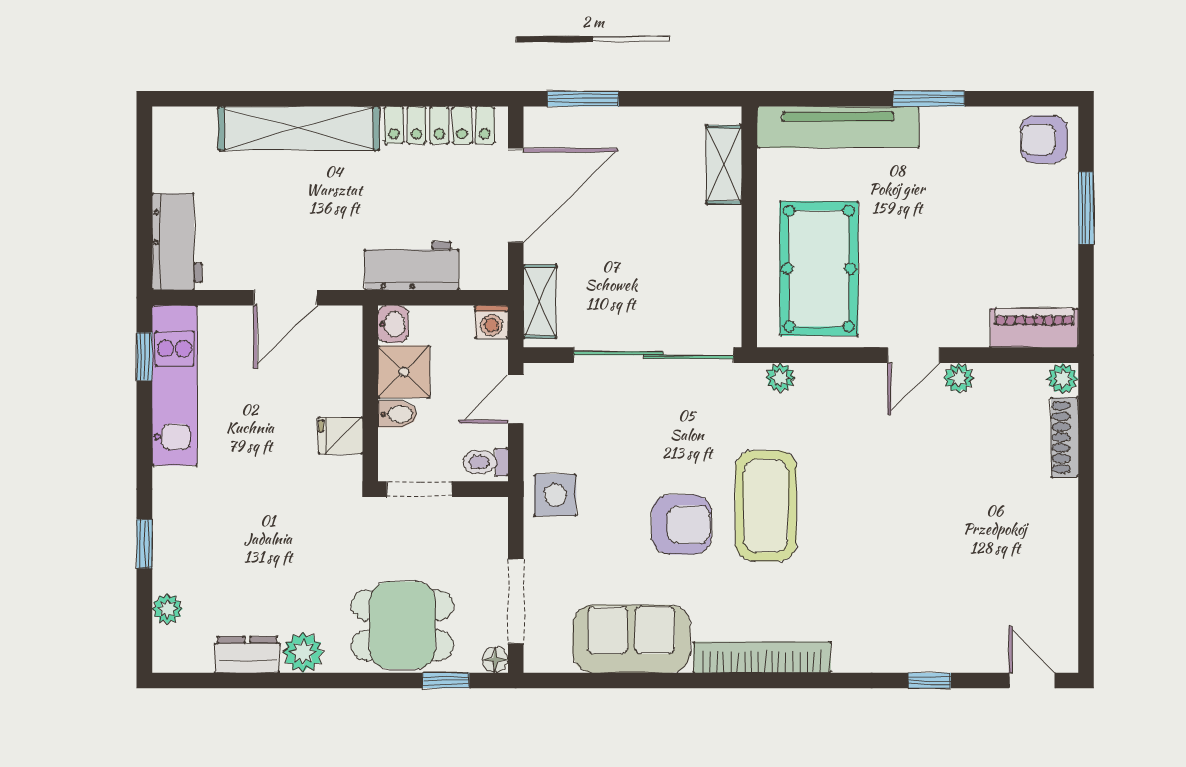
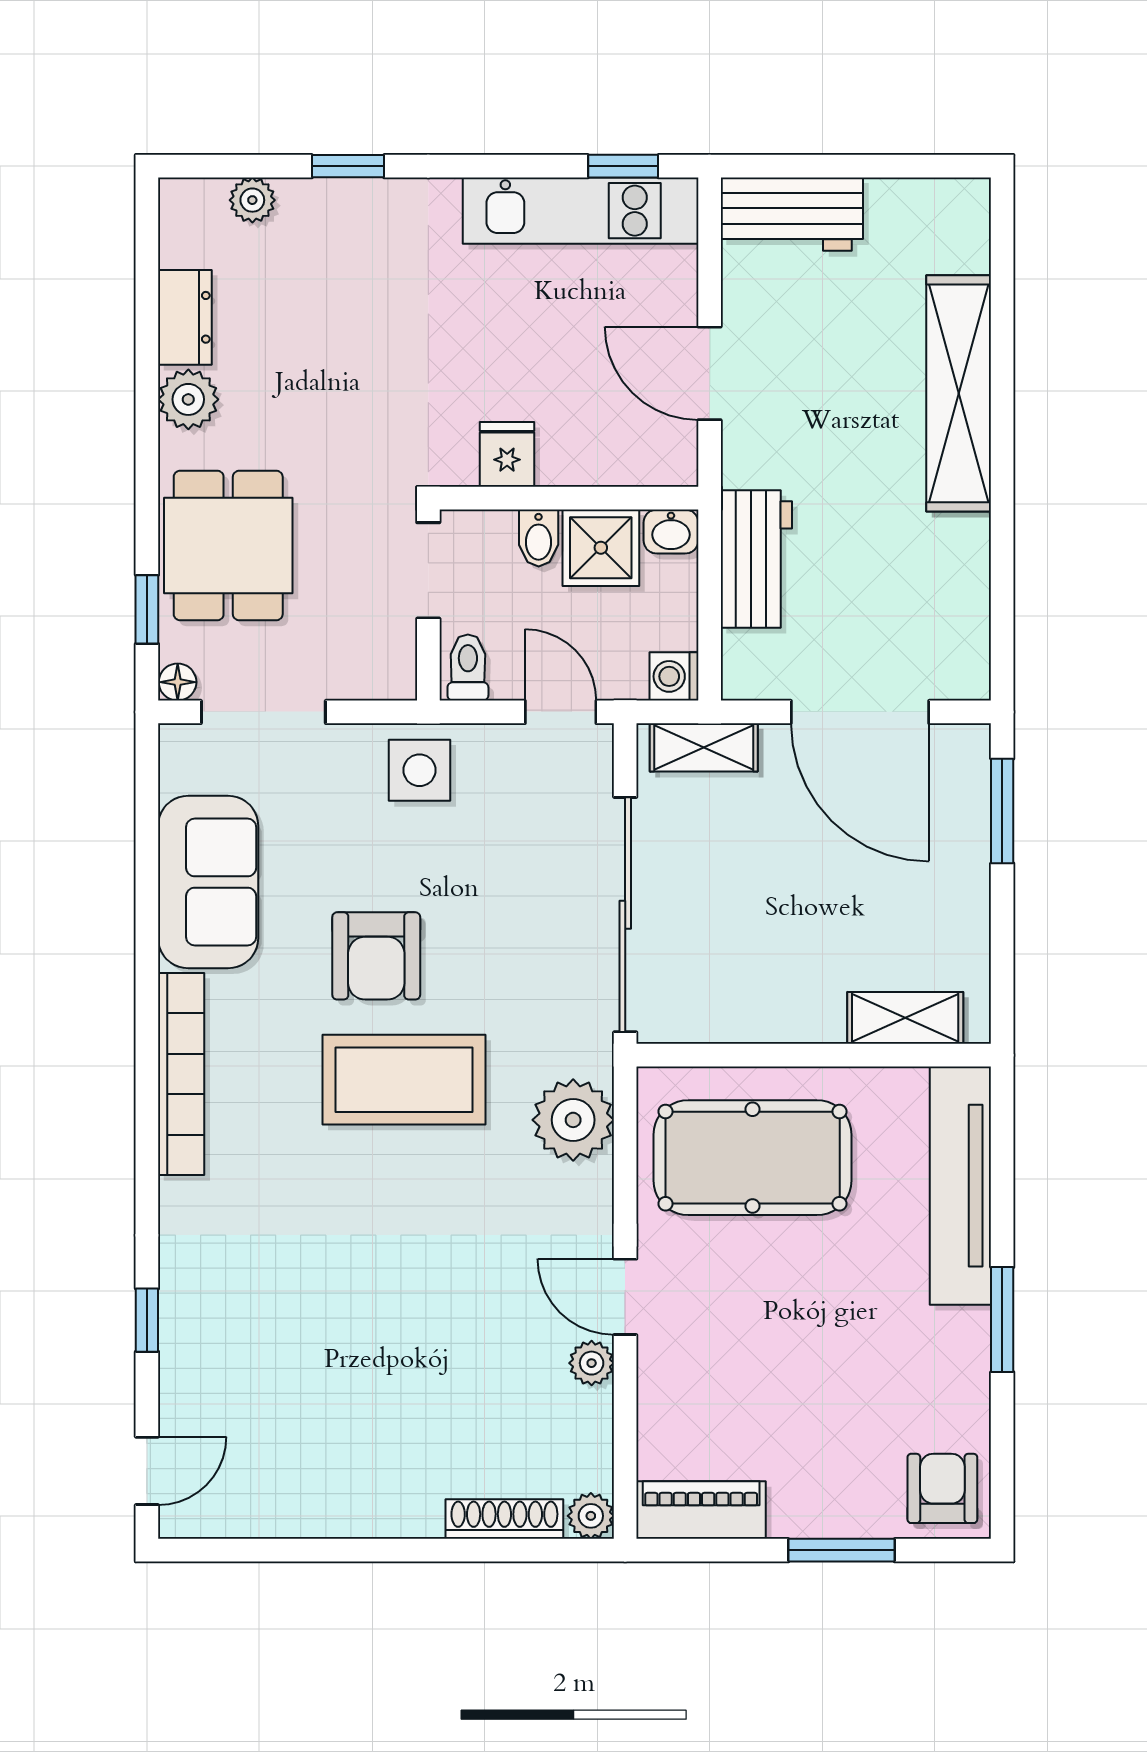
locker: (439, 125) -> (963, 600), removed
piano: (1034, 328) -> (701, 1510), moved, turned -90
plant: (780, 378) -> (573, 1120), width x1.88, depth x1.88

